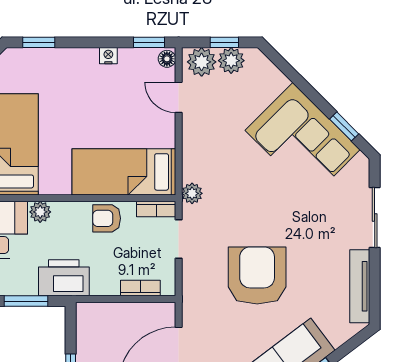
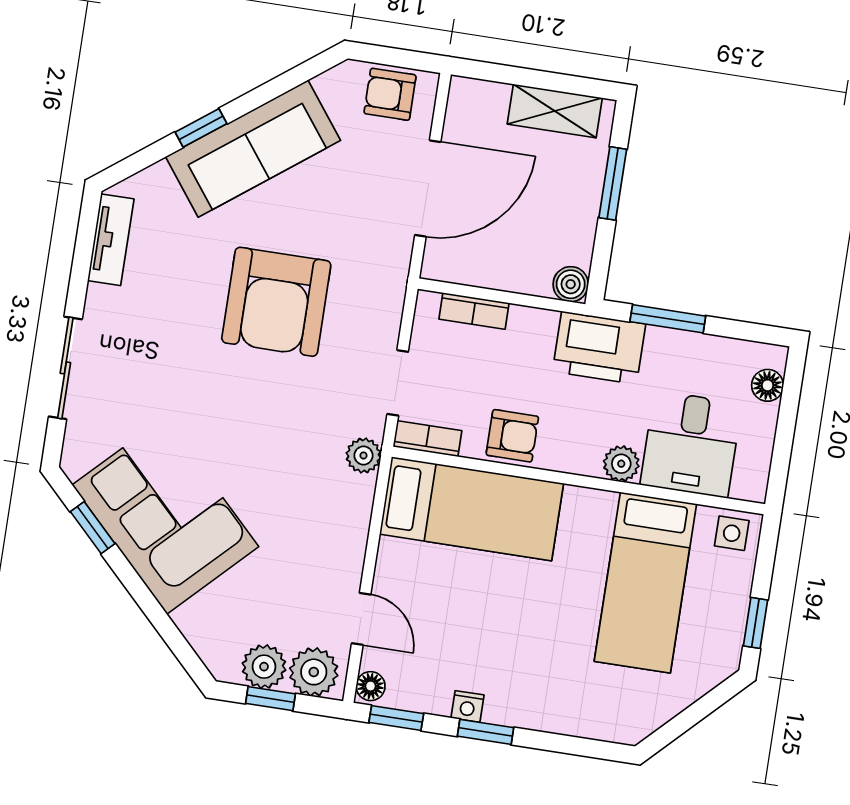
window: (39, 42) -> (486, 732), moved
tv unit: (360, 286) -> (111, 240), width x0.71
boiler: (86, 312) -> (571, 284), added

